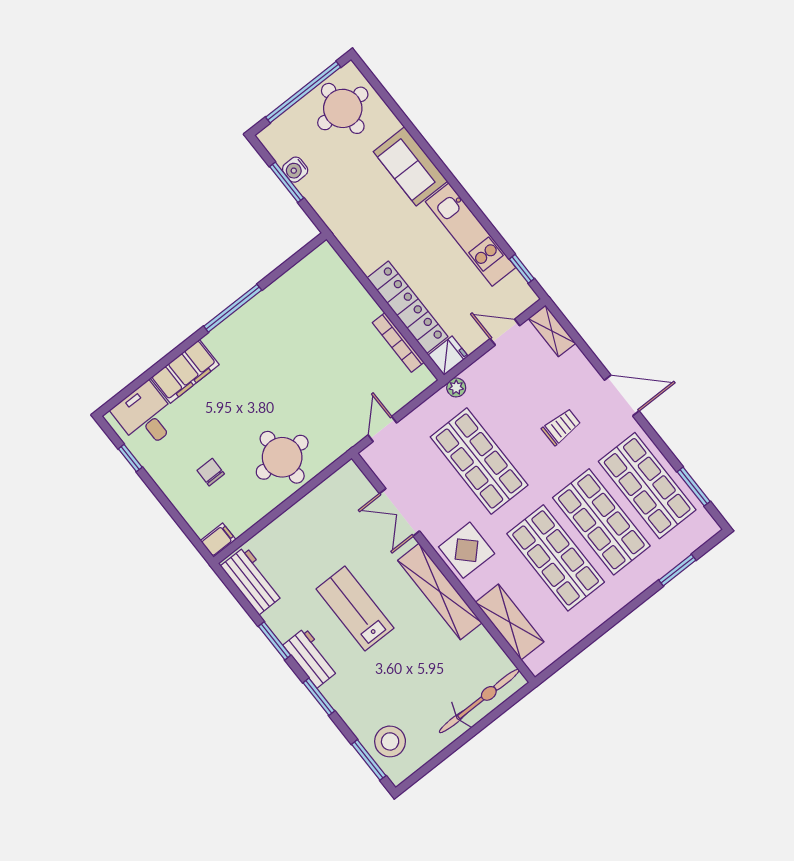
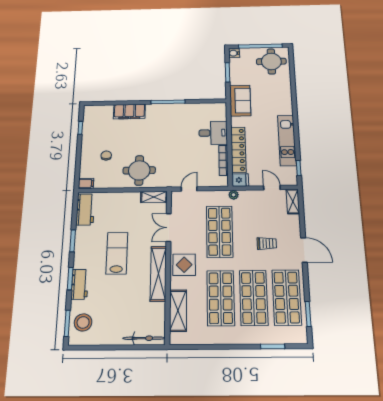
sofa: (410, 166) -> (240, 101), moved, turned 180
water cooler: (295, 170) -> (234, 53), moved
desk: (146, 416) -> (213, 133), moved, turned 90
shelving: (339, 482) -> (154, 197), added
workbench: (311, 658) -> (80, 284), moved
bicycle: (479, 701) -> (144, 338), width x0.73, depth x0.71

